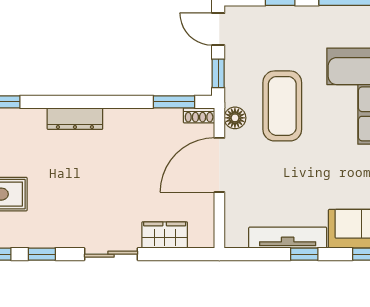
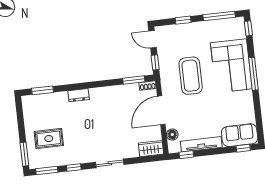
floor lamp: (235, 118) -> (172, 135), moved
dresser: (75, 119) -> (79, 95), width x0.70
wardrobe: (165, 235) -> (151, 149), moved
window: (304, 254) -> (186, 155), moved

